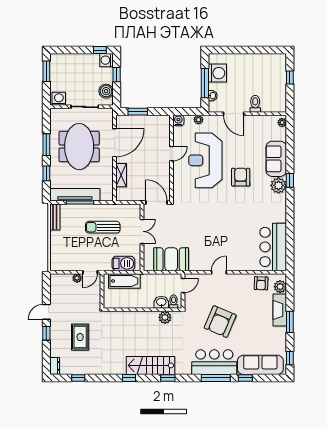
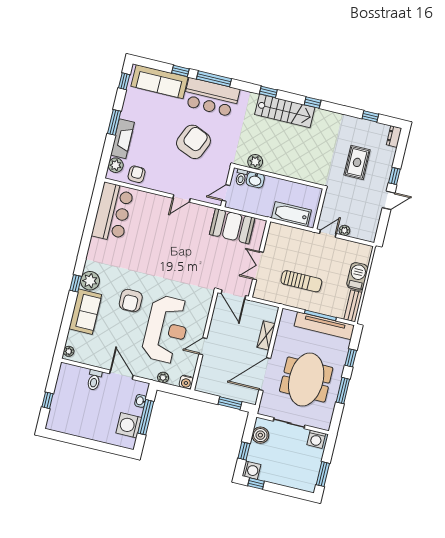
barbecue: (123, 263) -> (357, 276), moved, turned 90

